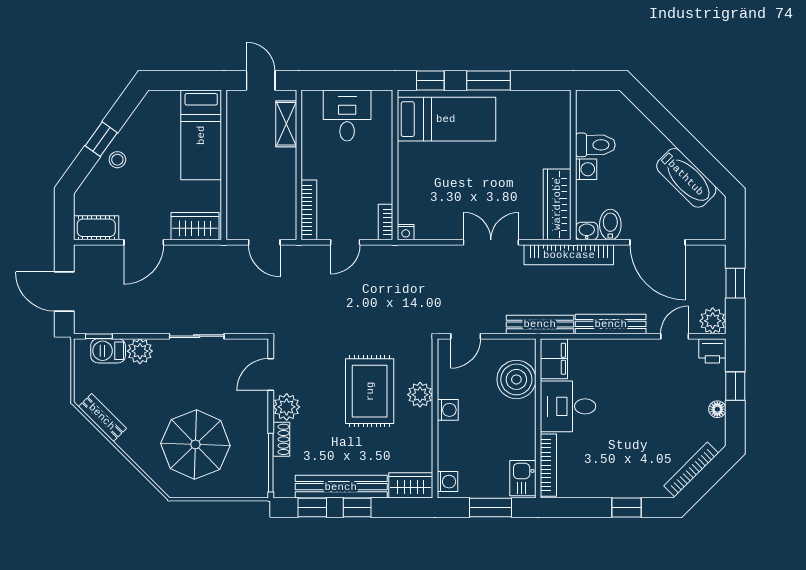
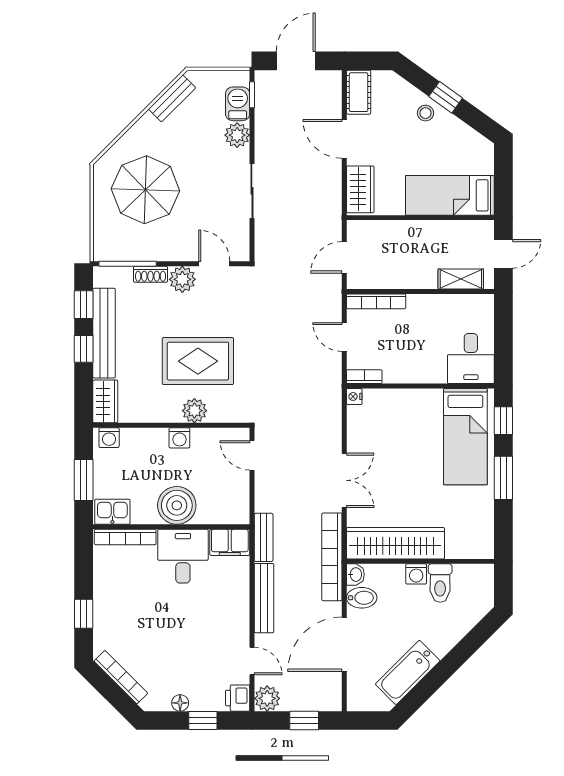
desk: (347, 115) -> (471, 359), moved, turned 90
wardrobe: (557, 204) -> (395, 543), width x1.40, depth x1.17
bench: (540, 324) -> (264, 537), width x0.73
boiler: (516, 379) -> (177, 505), moved

